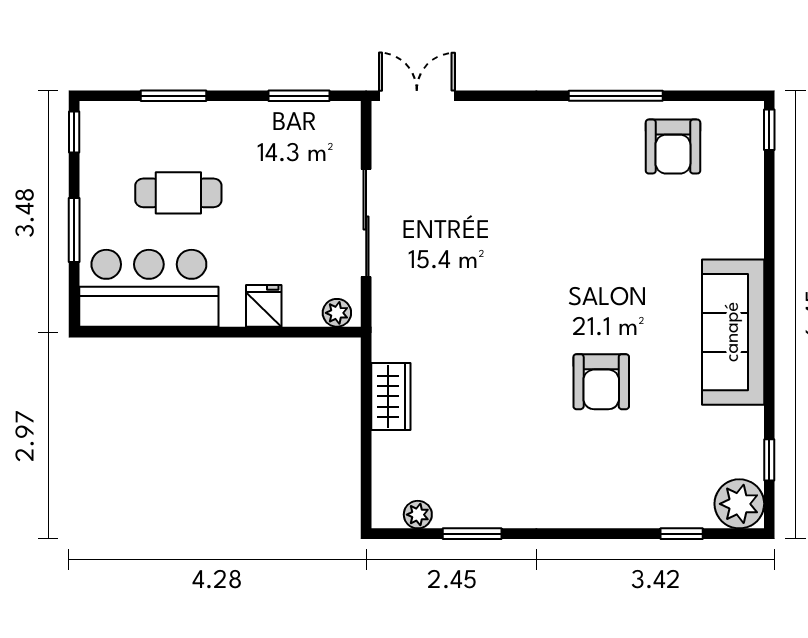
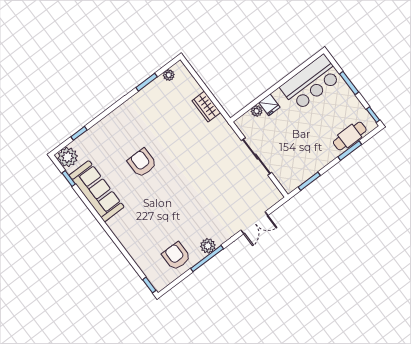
double door: (417, 96) -> (254, 223), moved
plant: (595, 120) -> (208, 246), added
cafe table: (178, 193) -> (350, 136), moved
plant: (337, 313) -> (257, 111), moved
sofa: (733, 332) -> (97, 191), moved

